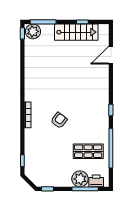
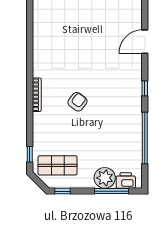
door: (111, 55) -> (145, 42), moved
shop shelf: (88, 151) -> (58, 165), moved

